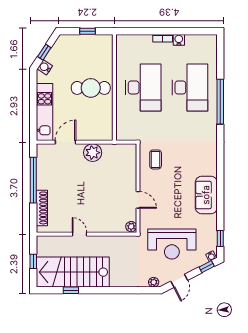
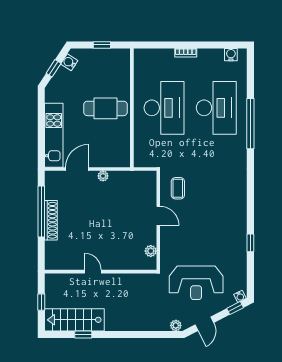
water cooler: (179, 40) -> (231, 55), moved
water cooler: (45, 67) -> (69, 62), moved
plant: (93, 153) -> (103, 176), width x0.53, depth x0.53
sofa: (206, 195) -> (235, 228), removed
door: (138, 200) -> (158, 216), moved
shoe rack: (42, 208) -> (51, 220), moved
plant: (131, 227) -> (151, 251), moved
window: (220, 239) -> (250, 243), moved
stairs: (73, 272) -> (74, 320), width x0.73, depth x0.66

